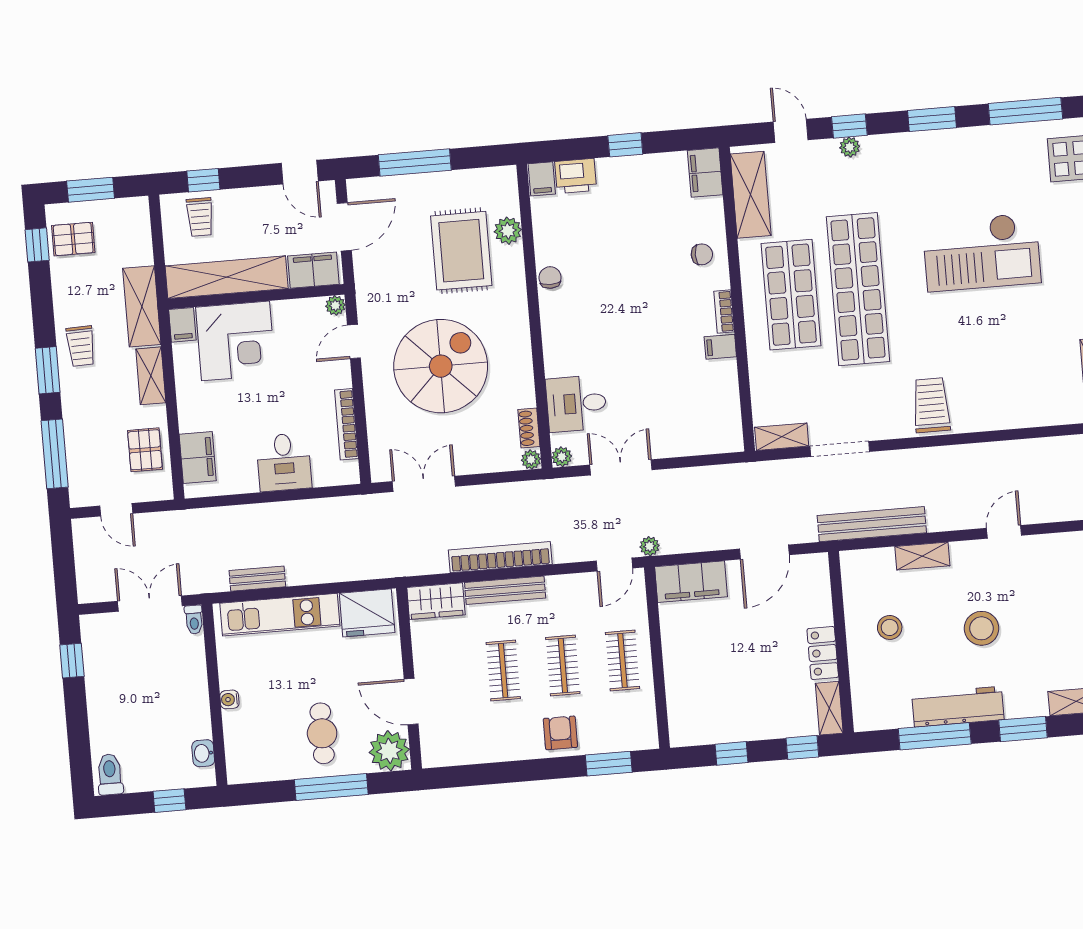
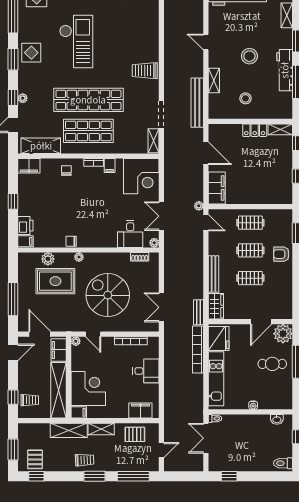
display table: (949, 157) -> (31, 53), added
corner desk: (703, 417) -> (141, 176), added
plant: (531, 460) -> (79, 257), moved
bookcase: (500, 557) -> (198, 350), moved
bench: (257, 579) -> (199, 312), moved

